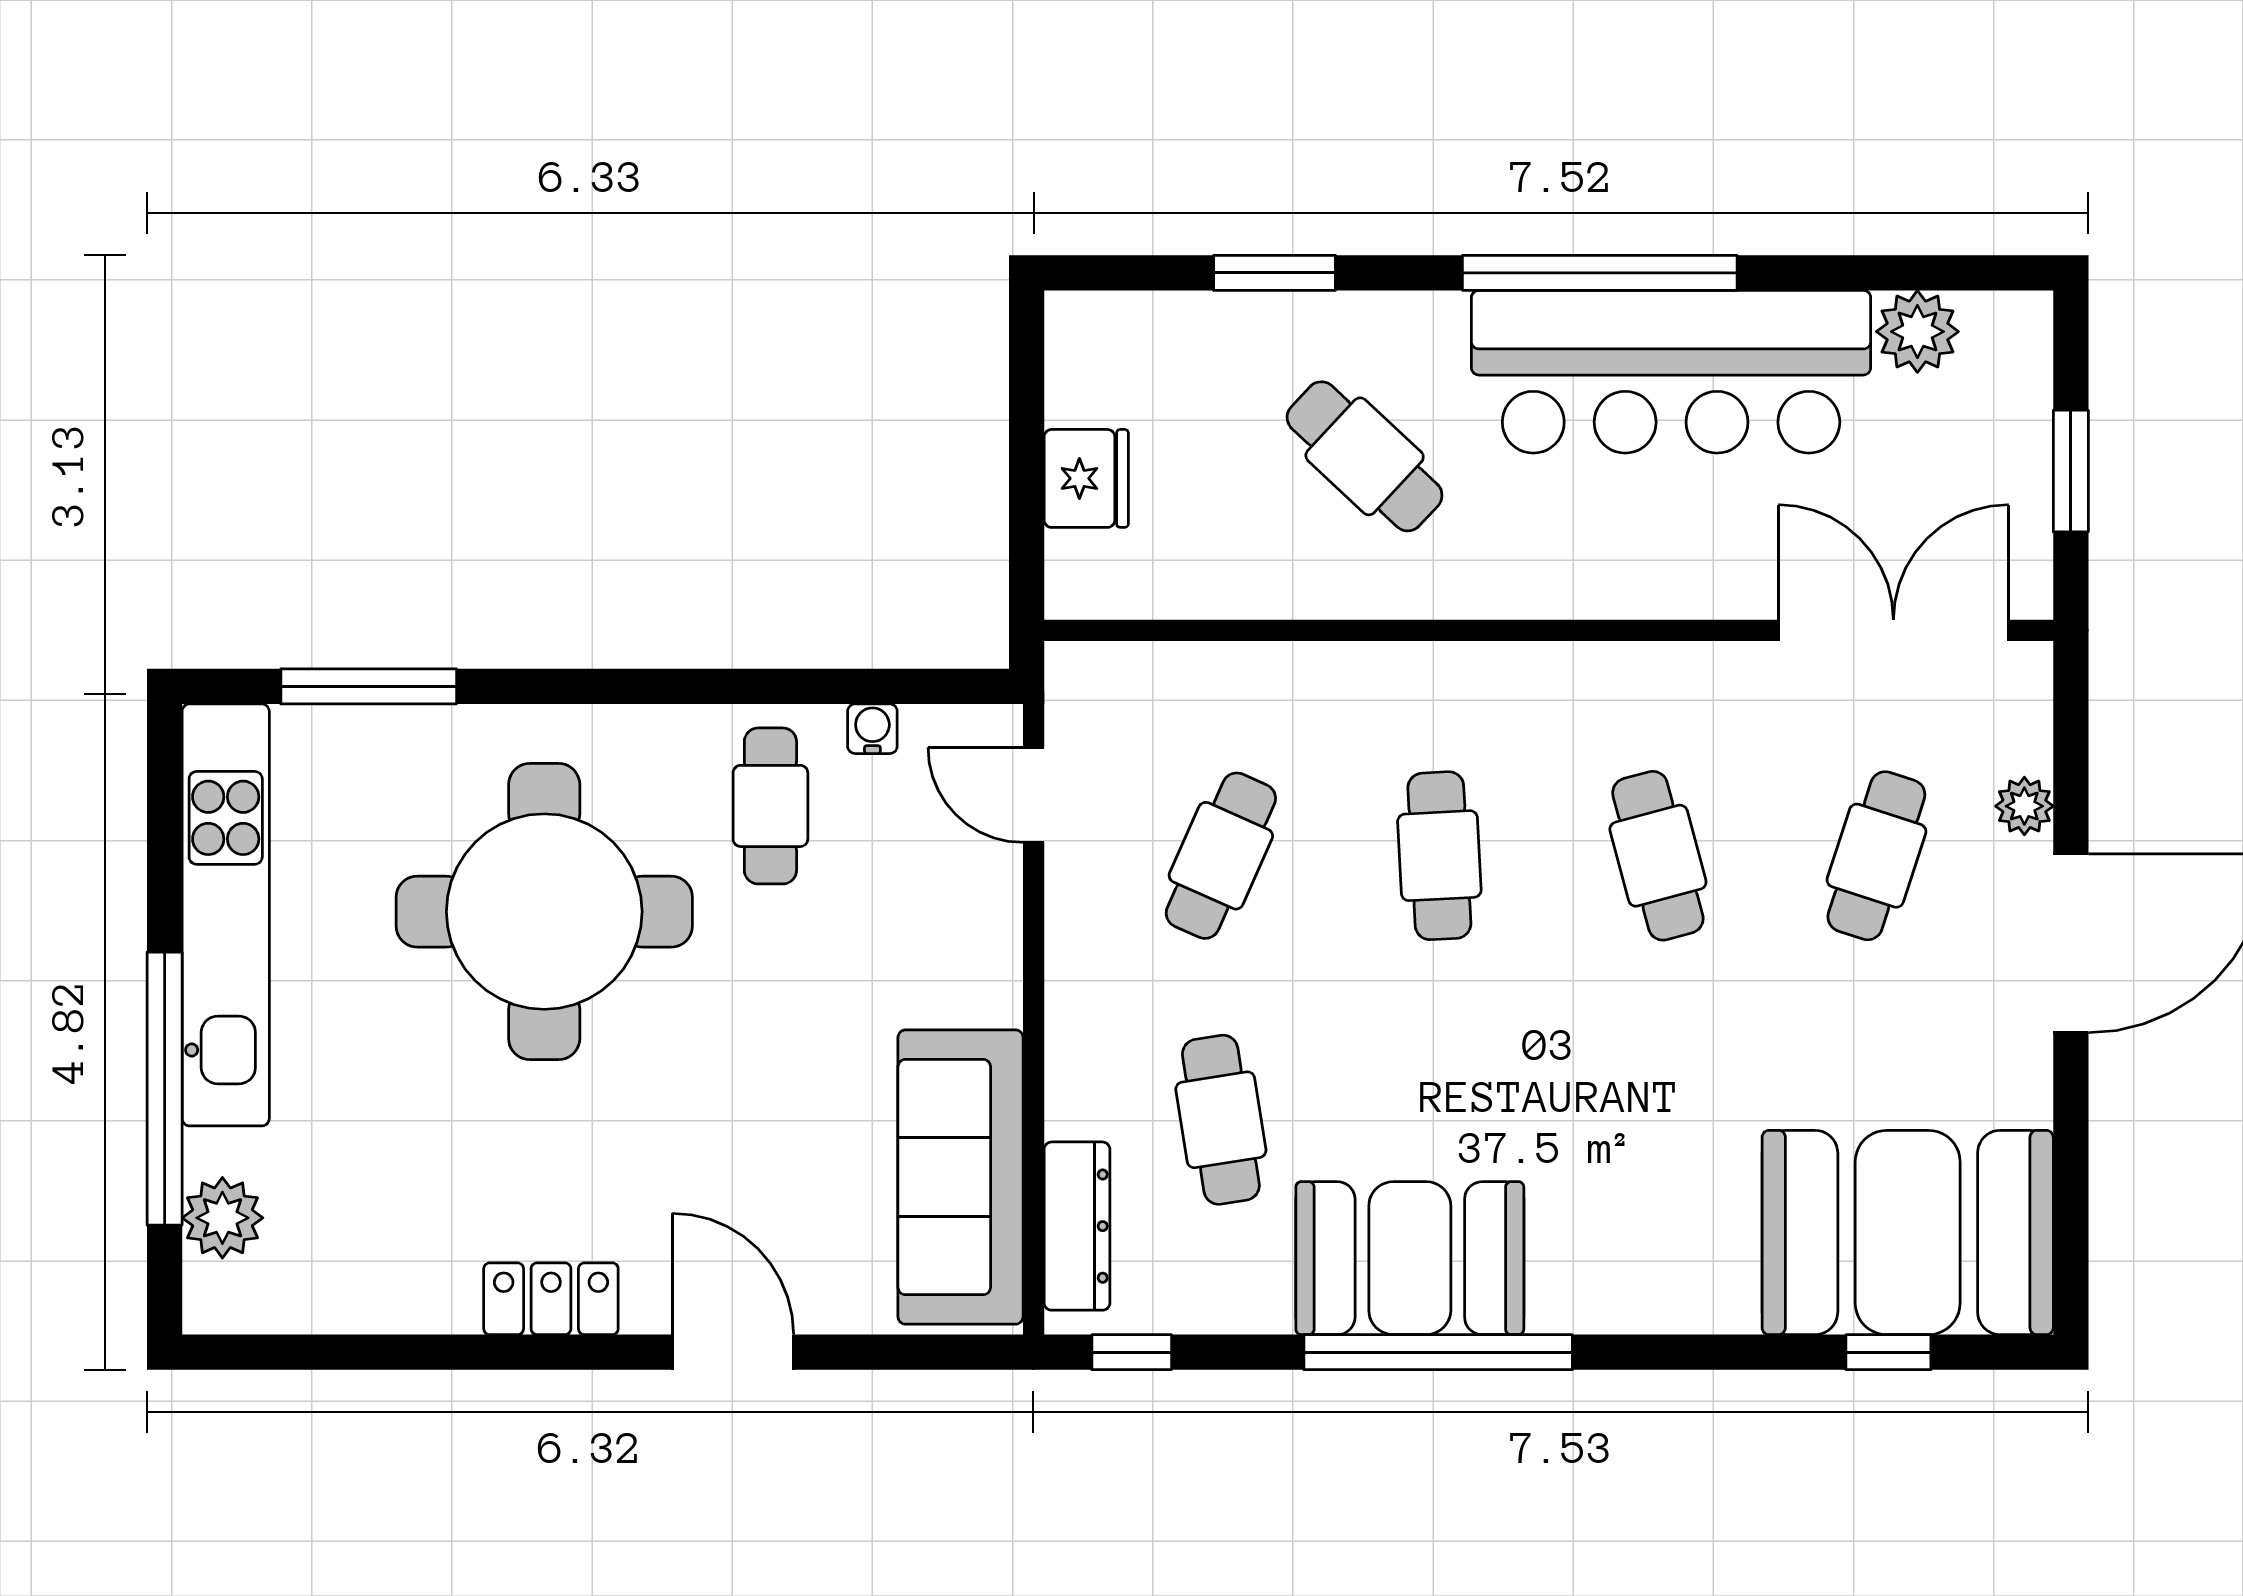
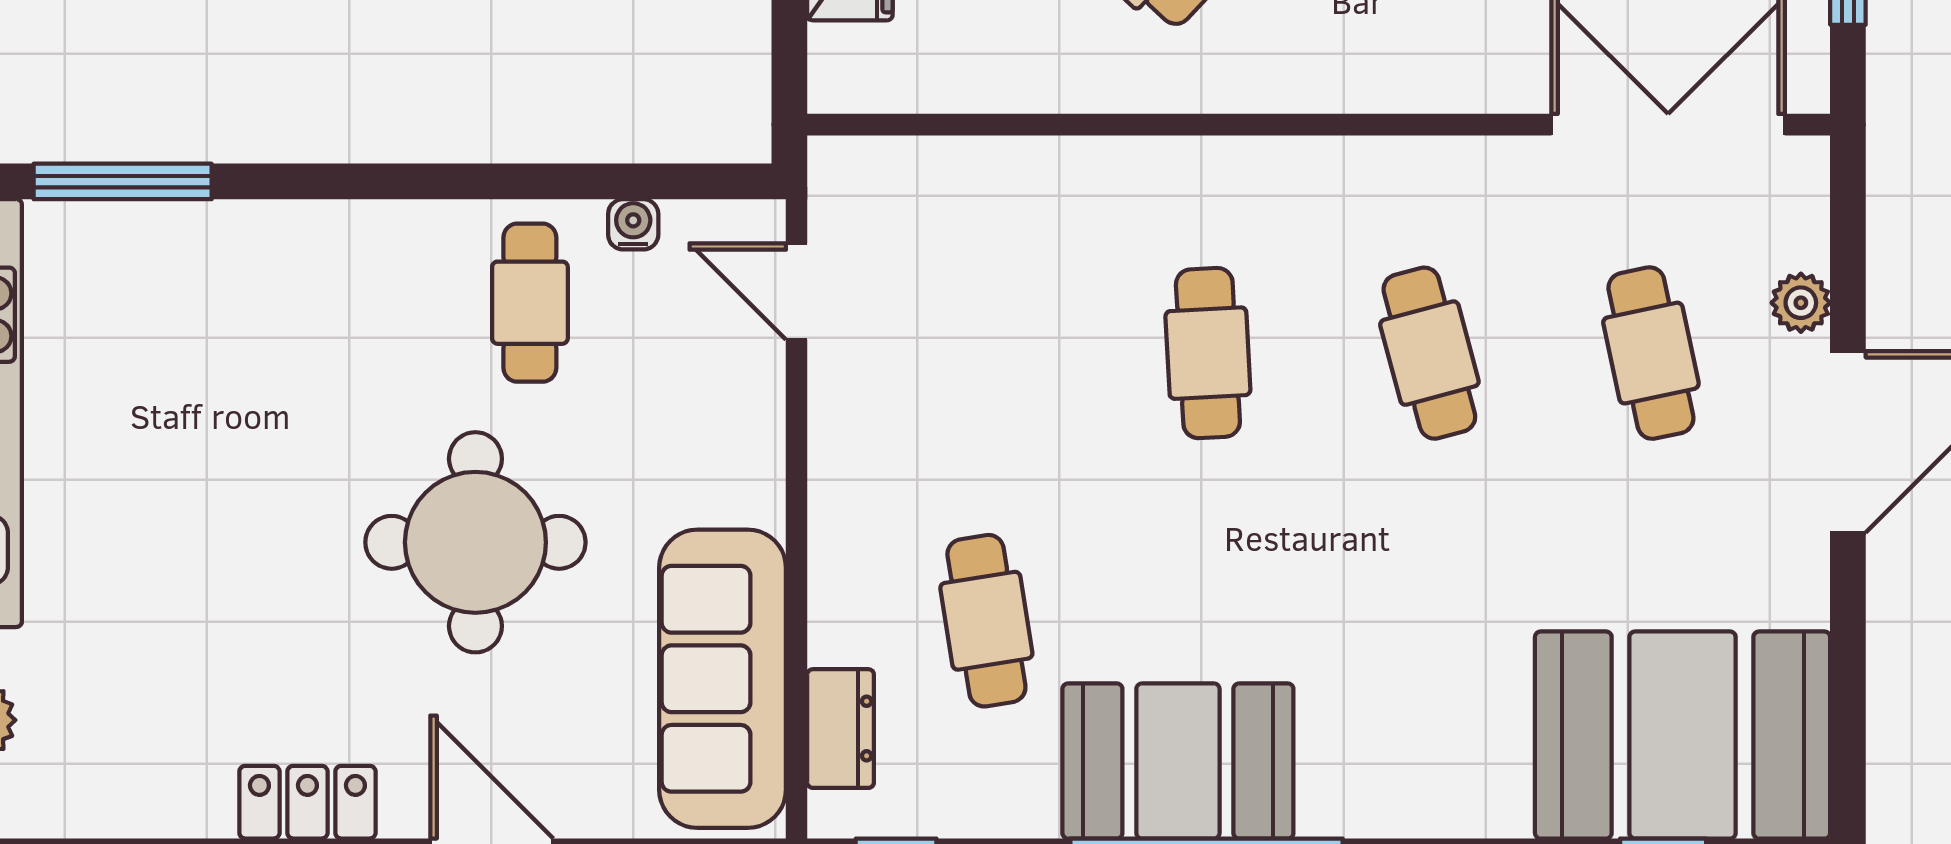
cafe table: (1221, 856) -> (986, 353), removed
cafe table: (1876, 856) -> (1651, 353), turned -30
round table: (544, 912) -> (475, 542), moved, width x0.73, depth x0.73
dresser: (1077, 1226) -> (841, 729), width x0.70

